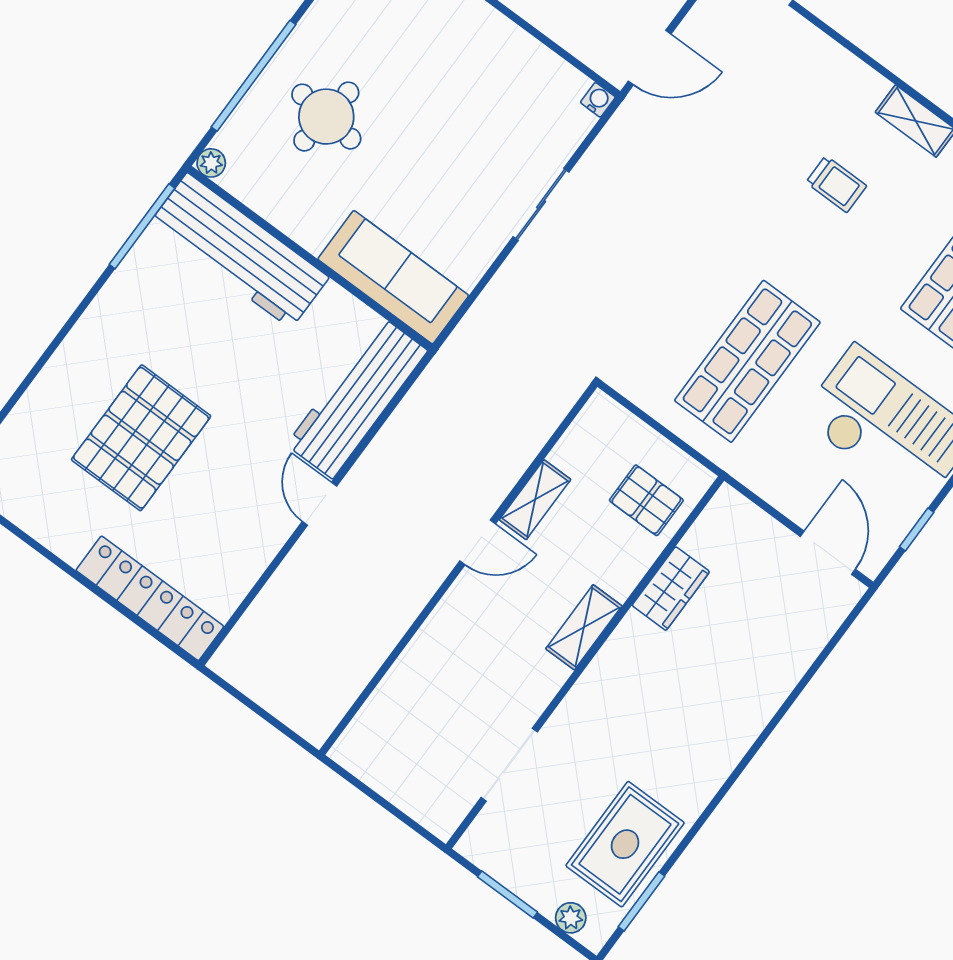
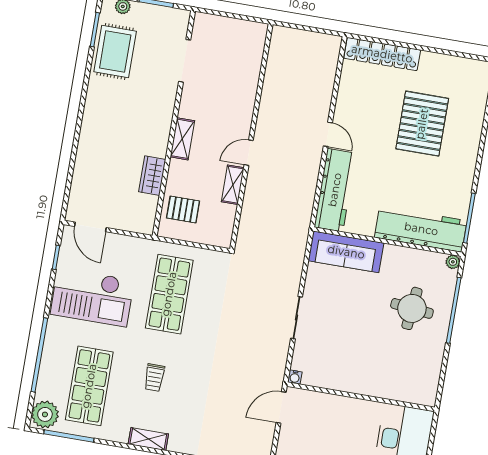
trolley: (836, 184) -> (154, 378), moved, turned -90

